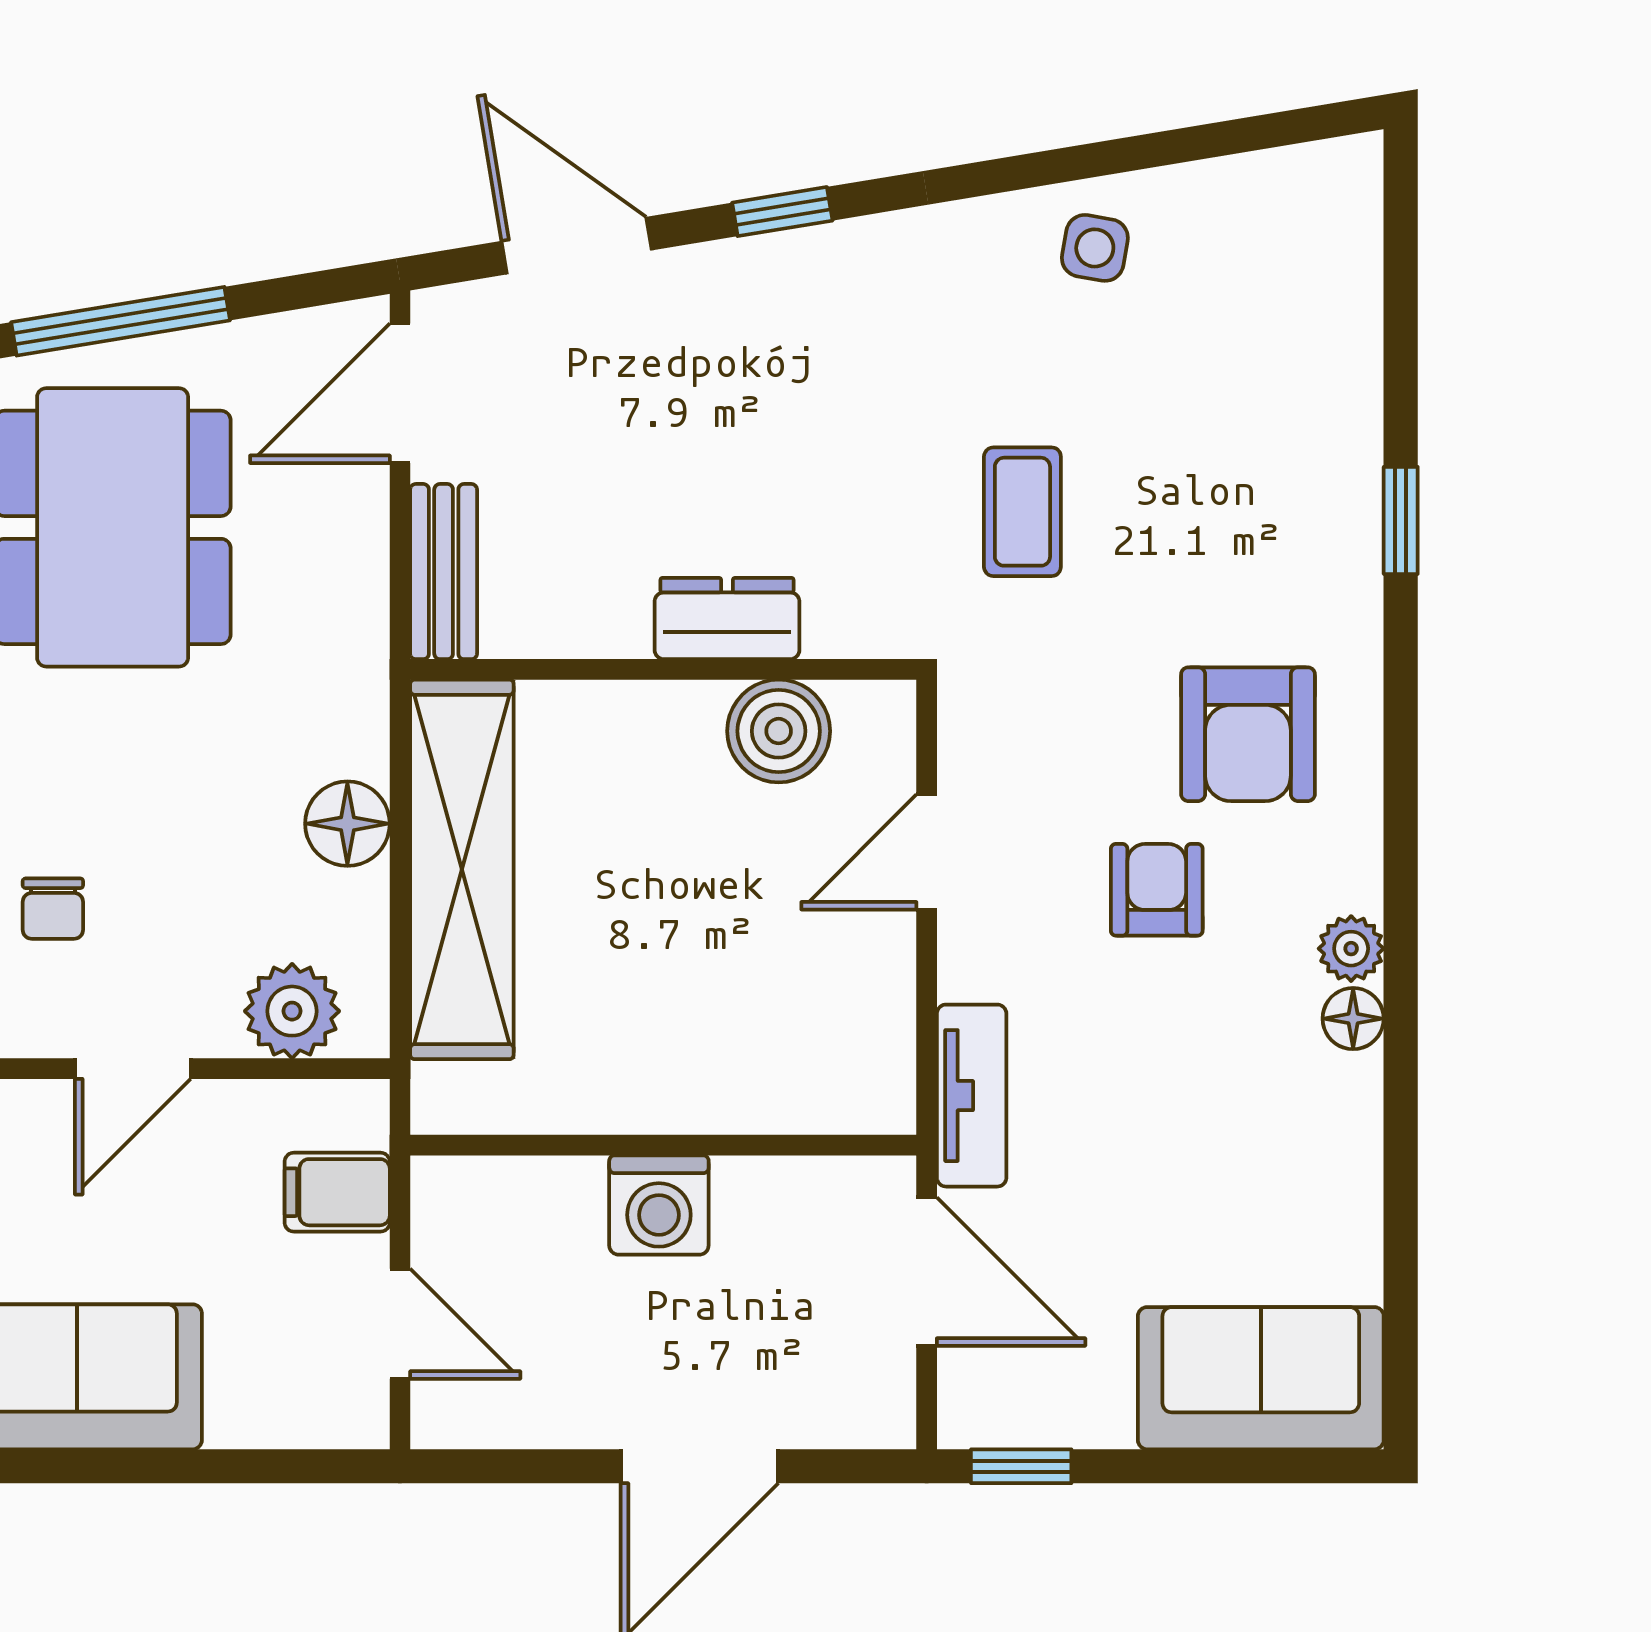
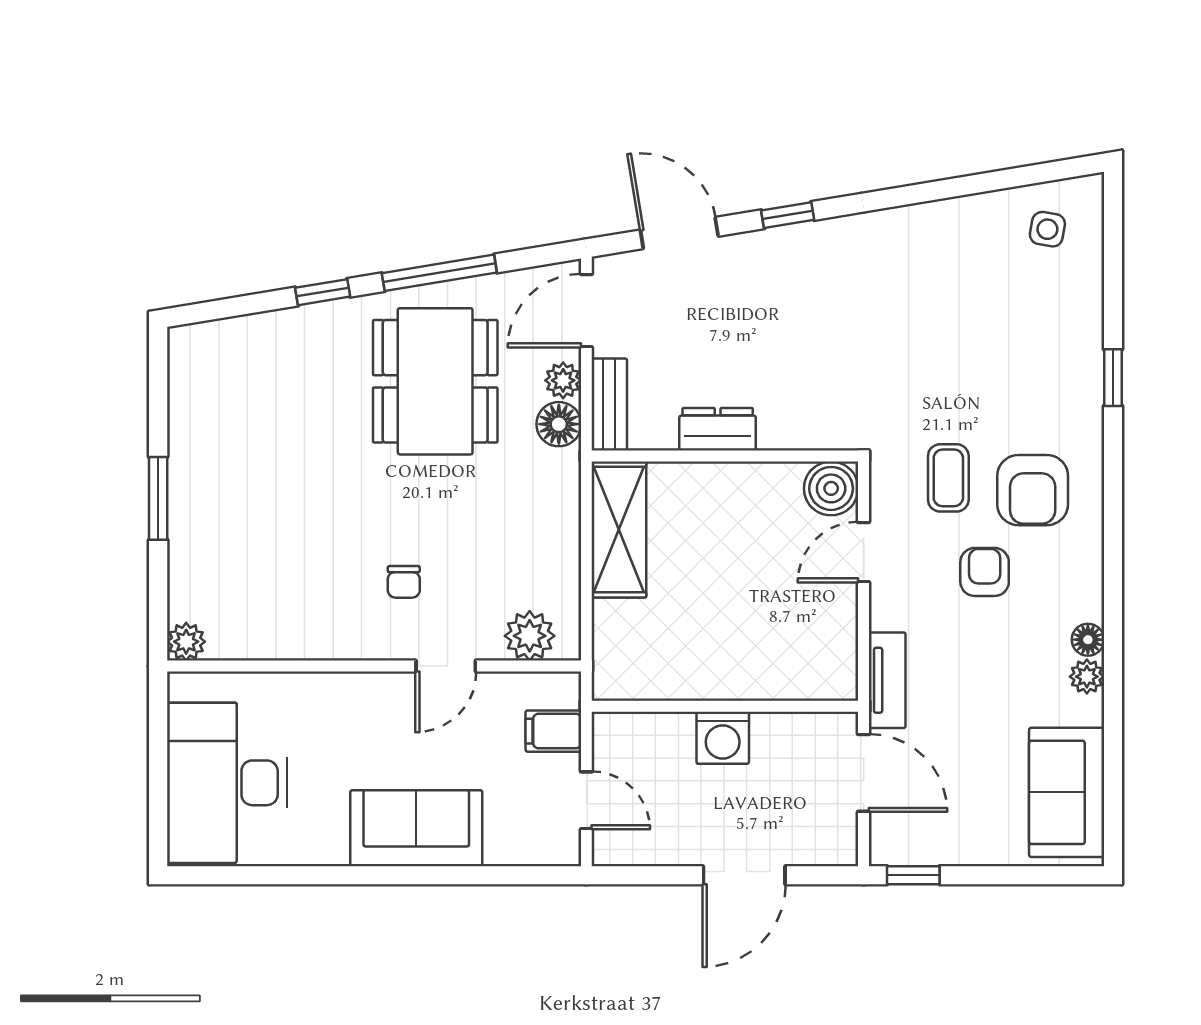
side table: (1095, 248) -> (1047, 229), moved
coffee table: (1022, 512) -> (948, 478), moved
plant: (356, 526) -> (563, 380), added
dresser: (727, 618) -> (718, 429), moved
boiler: (779, 731) -> (831, 488), moved
floor lamp: (347, 824) -> (559, 424), moved
shelving: (462, 869) -> (619, 529), width x0.68
plant: (1351, 949) -> (1087, 677), moved
sofa: (1261, 1378) -> (1067, 792), moved, turned -90

